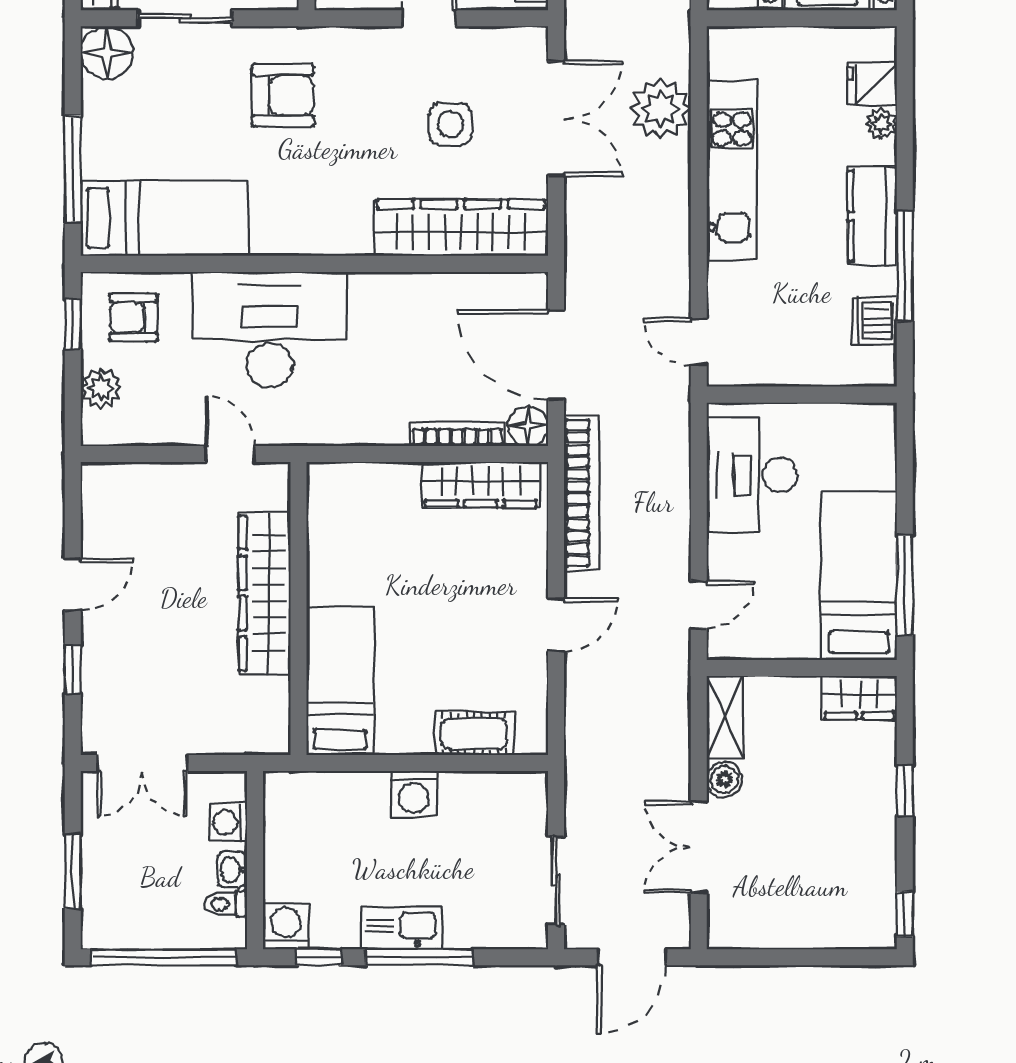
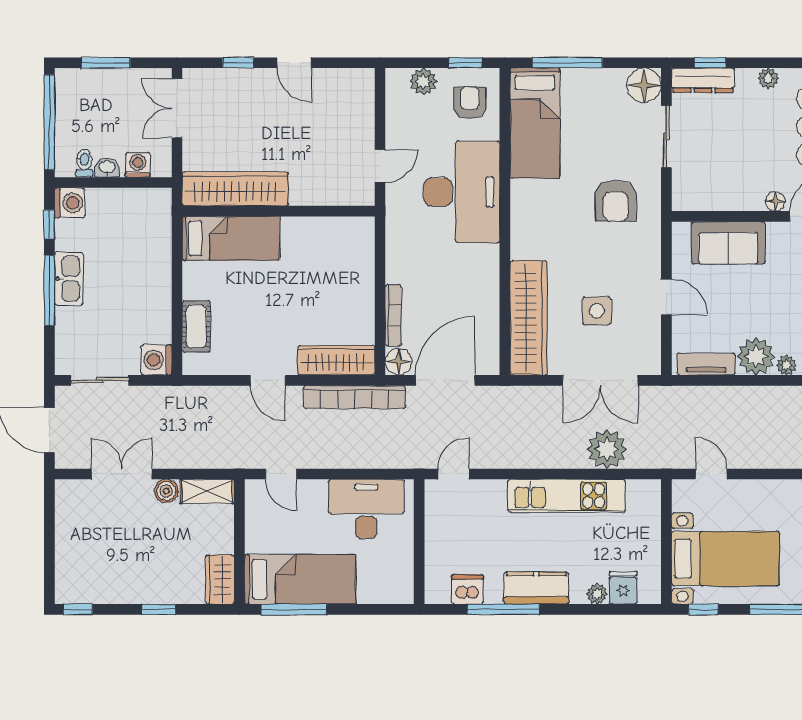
wardrobe: (481, 485) -> (336, 360), moved, turned 90
wardrobe: (264, 593) -> (235, 189), moved
washing machine: (414, 794) -> (157, 360), moved

